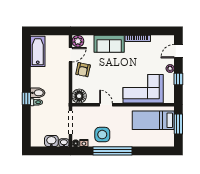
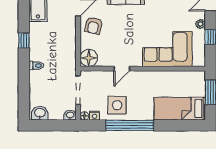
bidet: (38, 93) -> (38, 54), removed
window: (26, 98) -> (24, 40), moved
door: (106, 105) -> (122, 69), swing flipped
bed: (153, 120) -> (180, 109), moved
washbasin: (51, 141) -> (40, 113), moved

